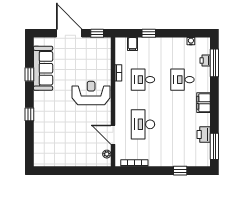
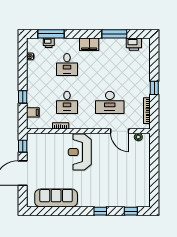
window: (29, 74) -> (131, 211), moved
door: (113, 135) -> (120, 131), hinge flipped
printer: (204, 135) -> (134, 44), moved
window: (214, 146) -> (114, 34), moved
window: (180, 171) -> (154, 88), moved

